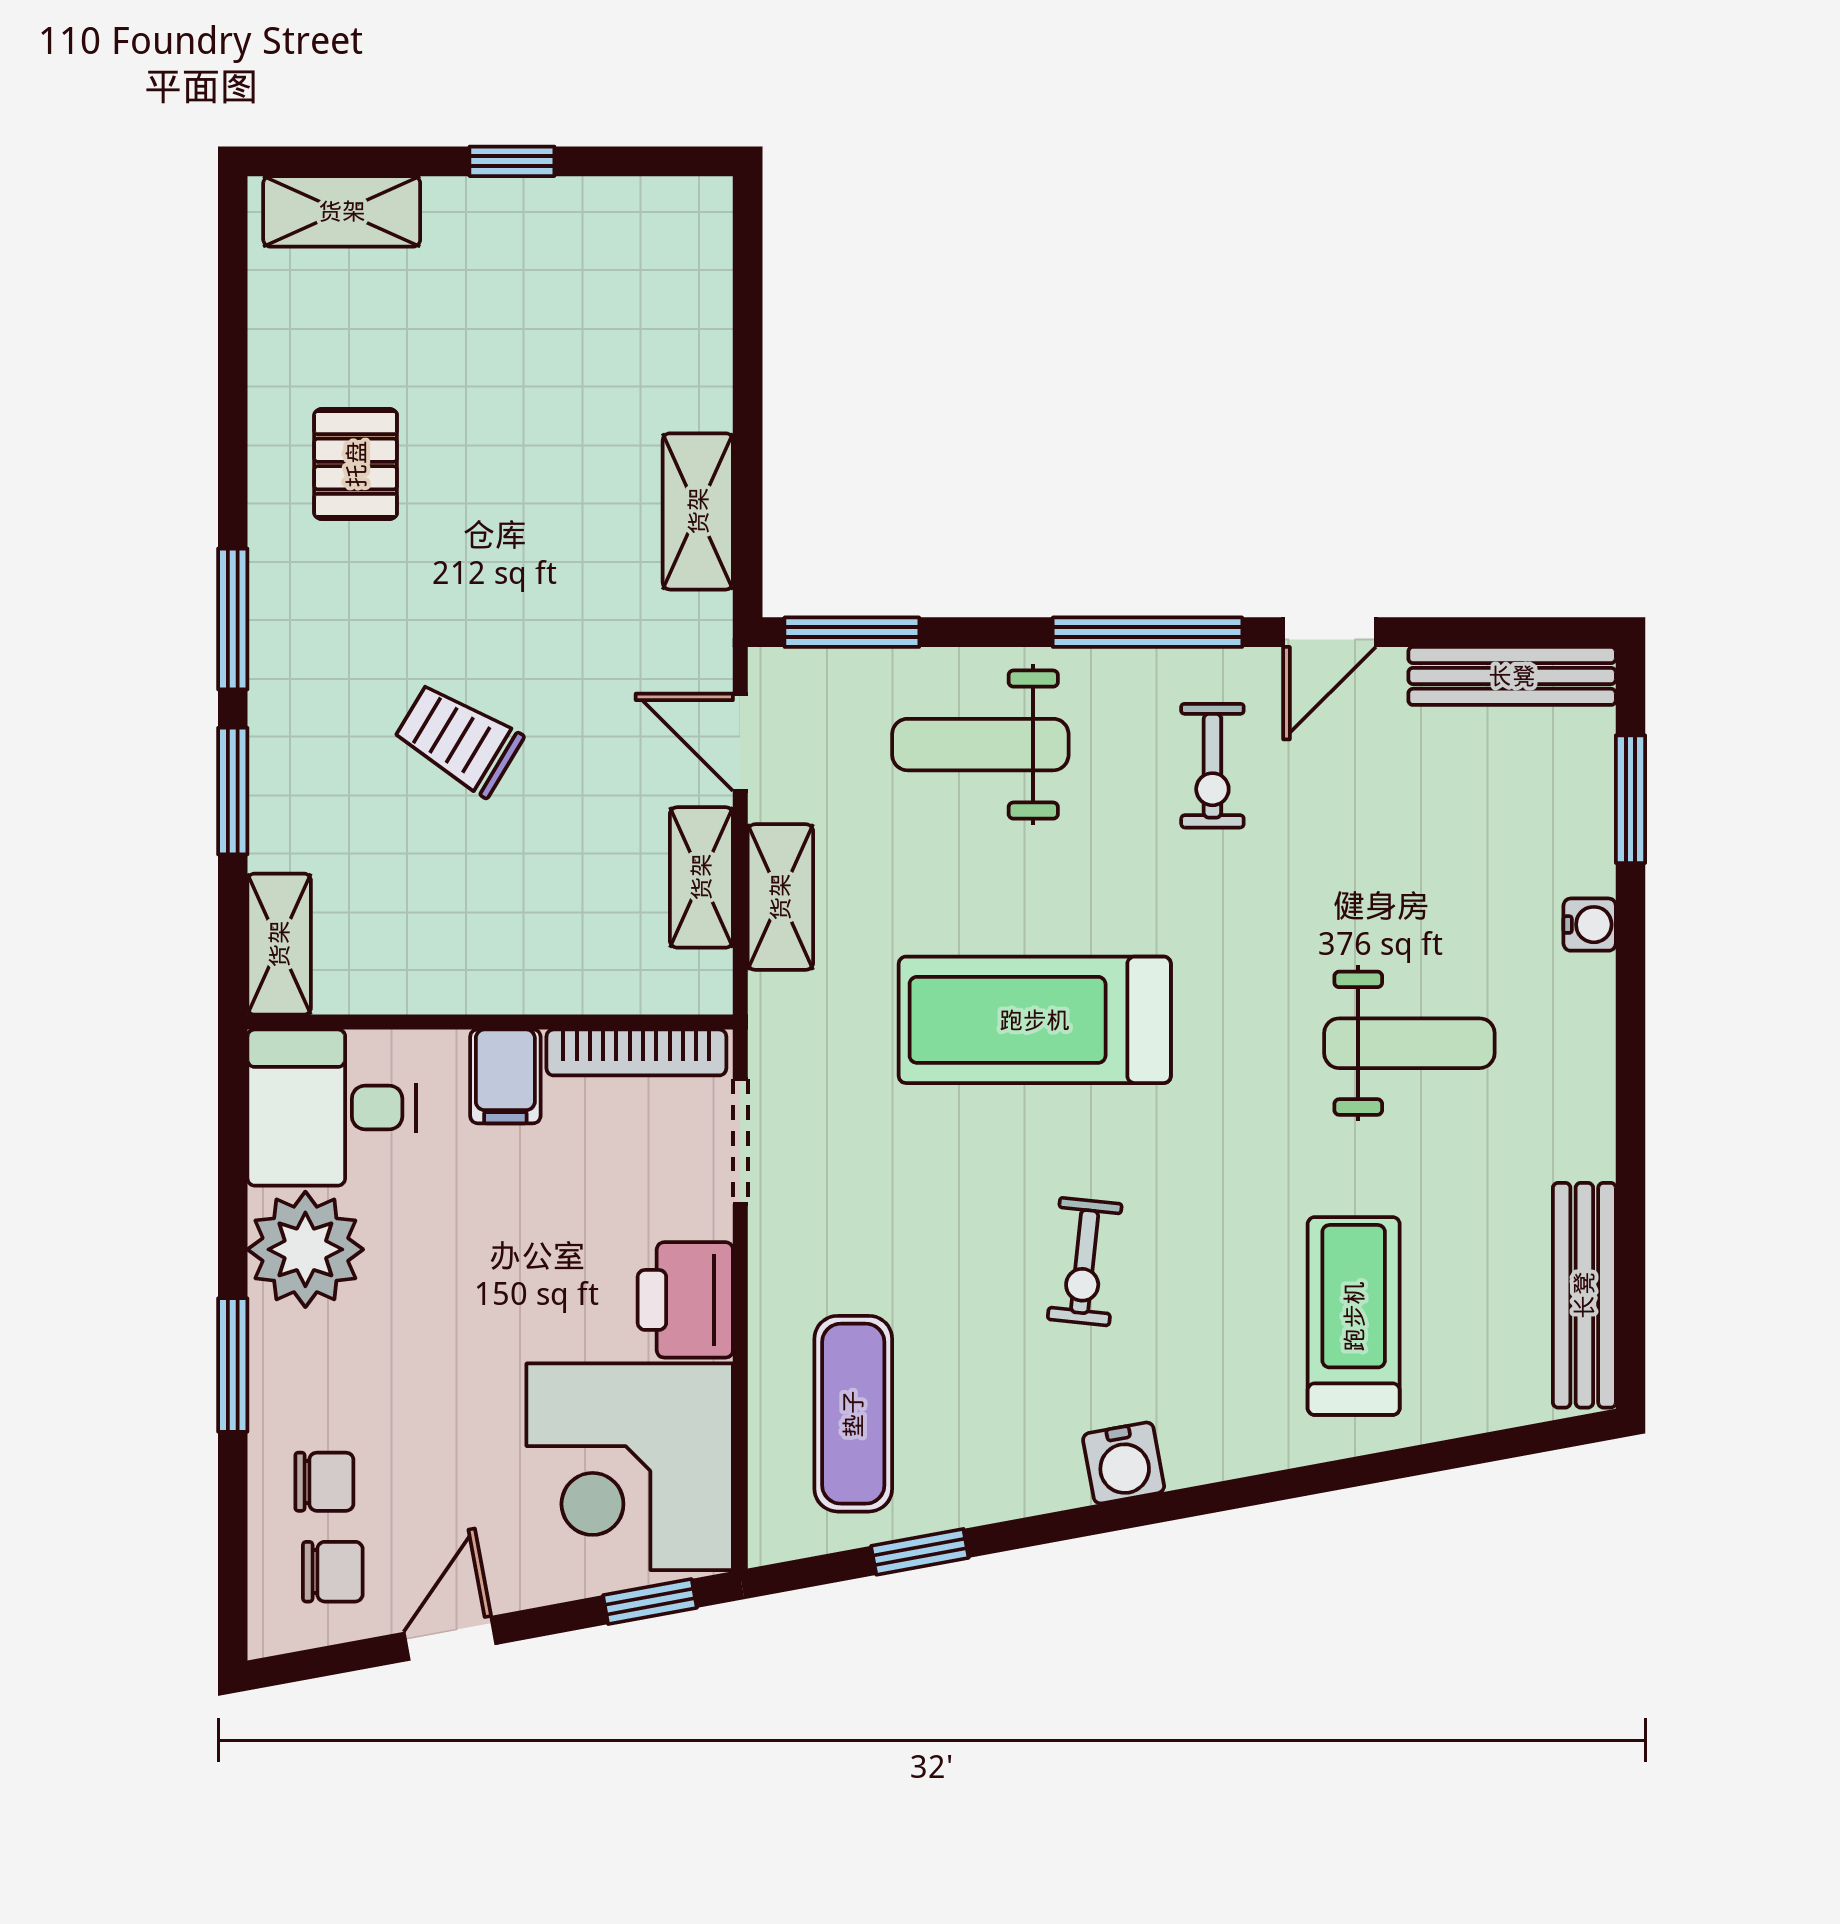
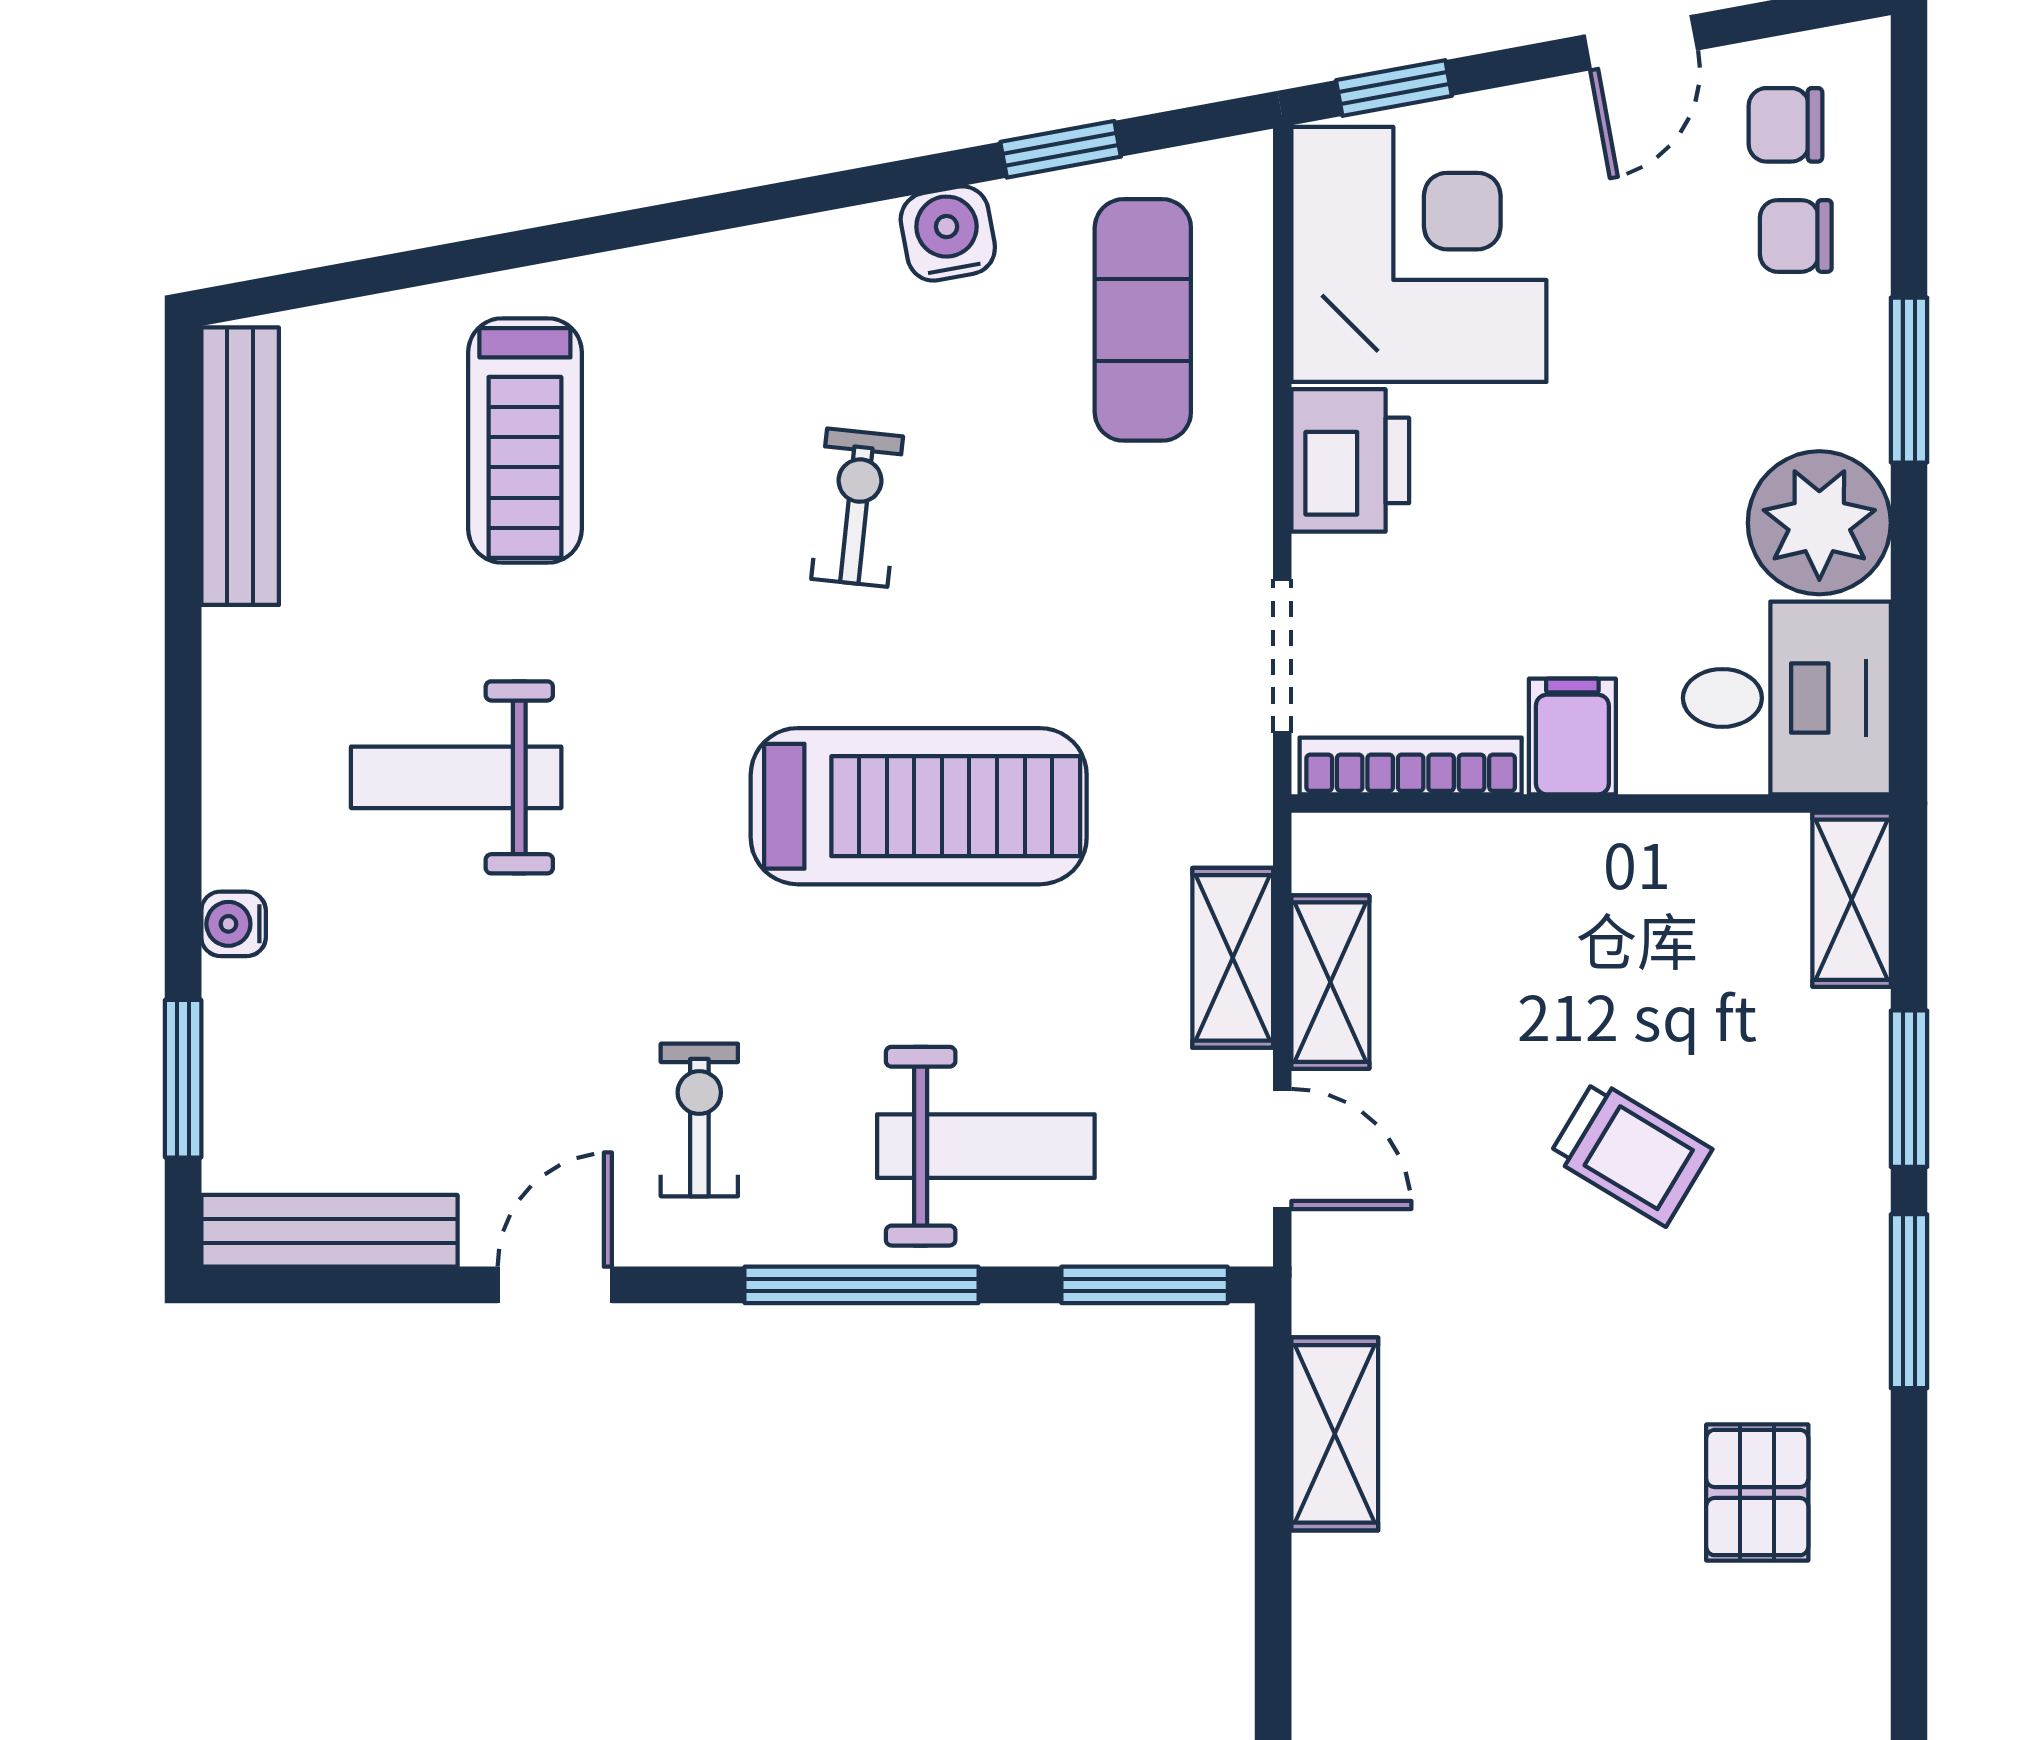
window: (1147, 632) -> (861, 1285), moved
water cooler: (1124, 1463) -> (948, 234), moved

